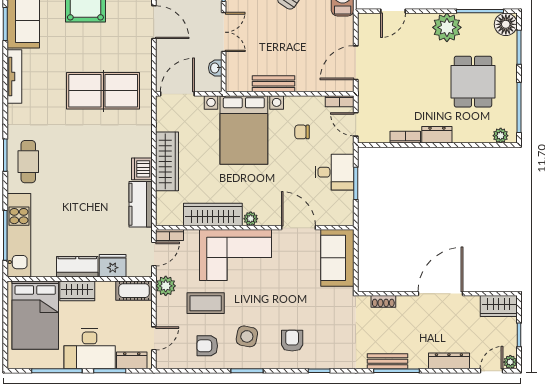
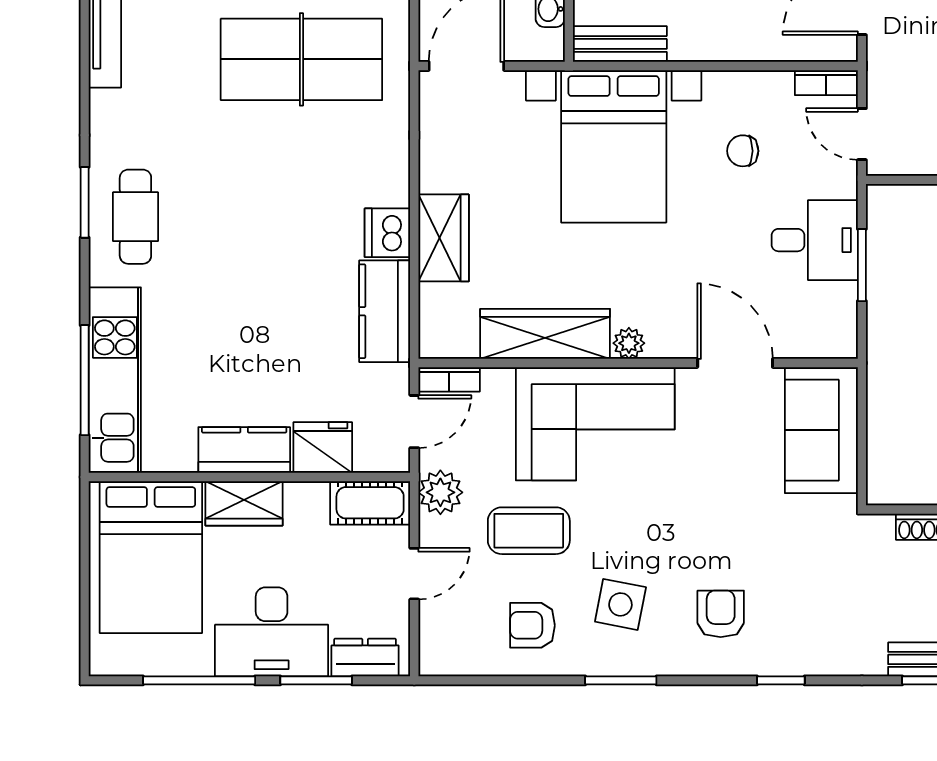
bench: (273, 84) -> (620, 44), moved
wardrobe: (167, 161) -> (444, 238), width x0.67
door: (154, 338) -> (414, 574), moved

